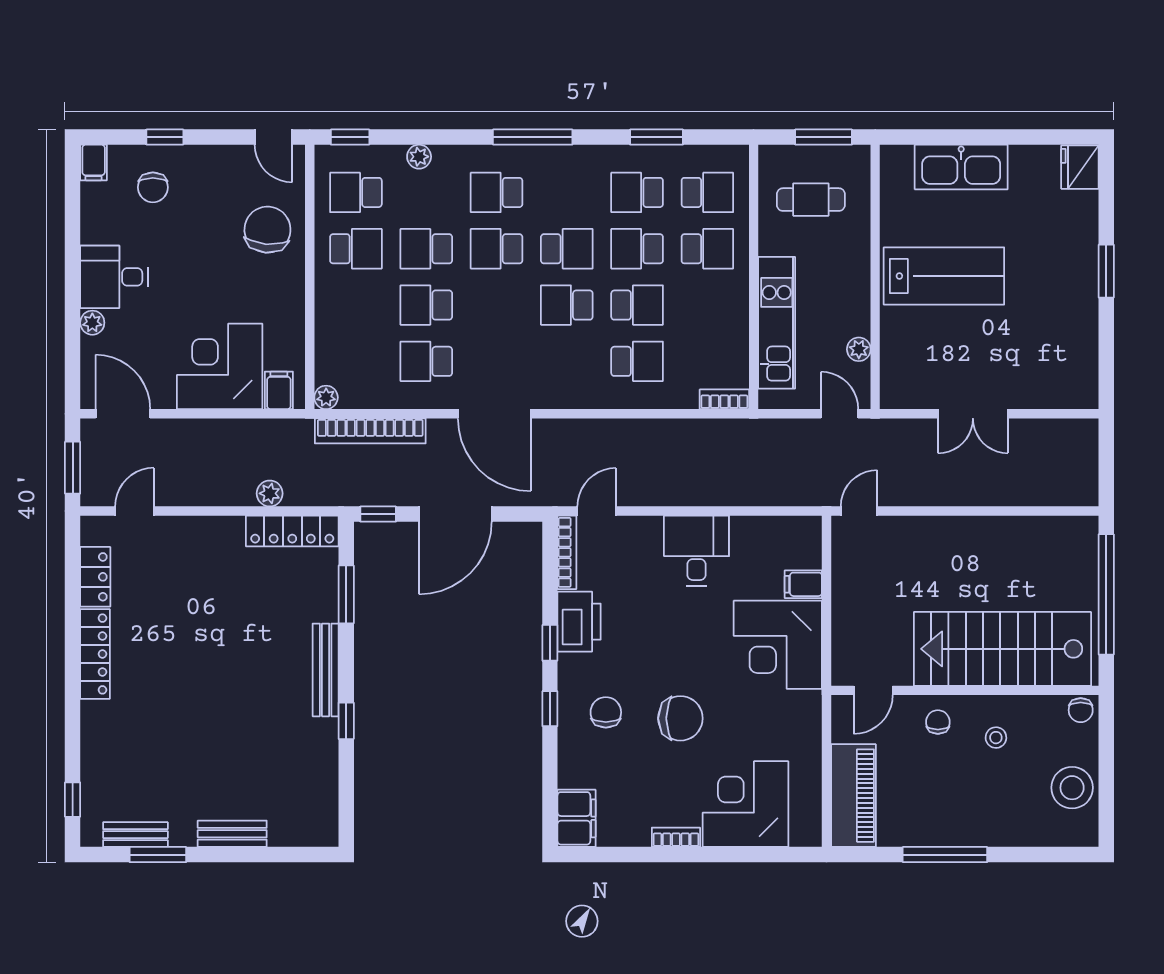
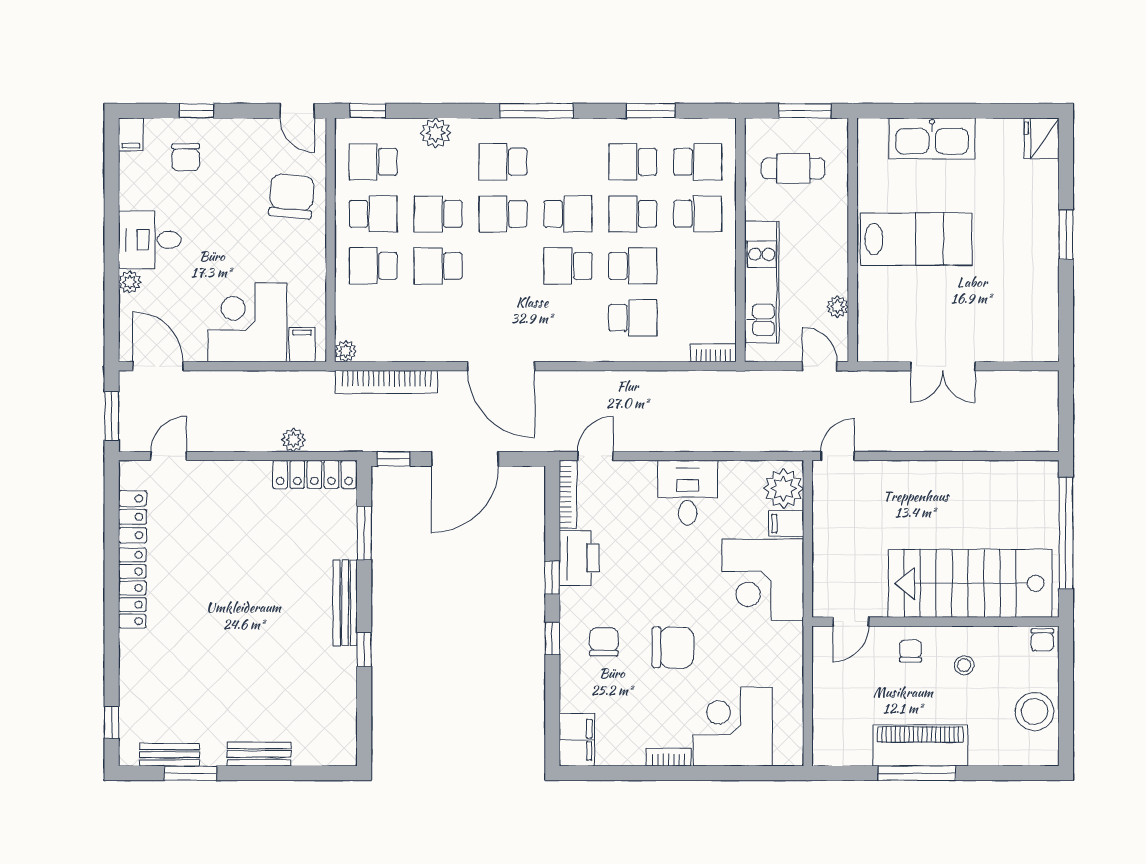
plant: (419, 157) -> (436, 133), width x1.38, depth x1.38
school desk: (426, 361) -> (373, 266), moved
plant: (800, 546) -> (784, 489), added
piano: (853, 796) -> (920, 746), moved, turned -90

